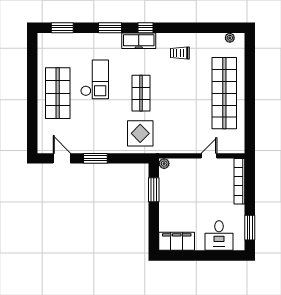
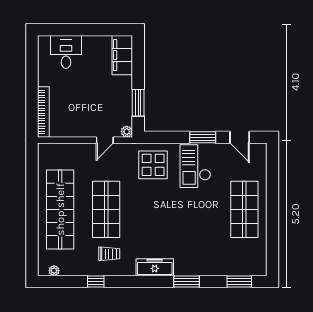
window: (146, 28) -> (96, 282), moved
checkout: (95, 79) -> (195, 166), moved
shop shelf: (141, 93) -> (106, 209), moved, width x1.43, depth x1.36
door: (209, 156) -> (105, 140), moved
window: (250, 228) -> (32, 61), removed
filing cabinet: (177, 241) -> (122, 55), moved, turned 90

